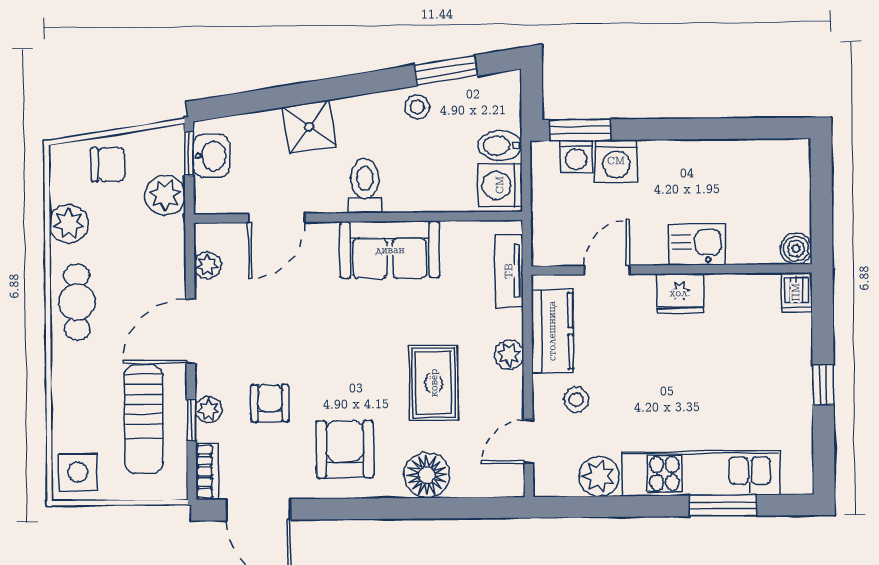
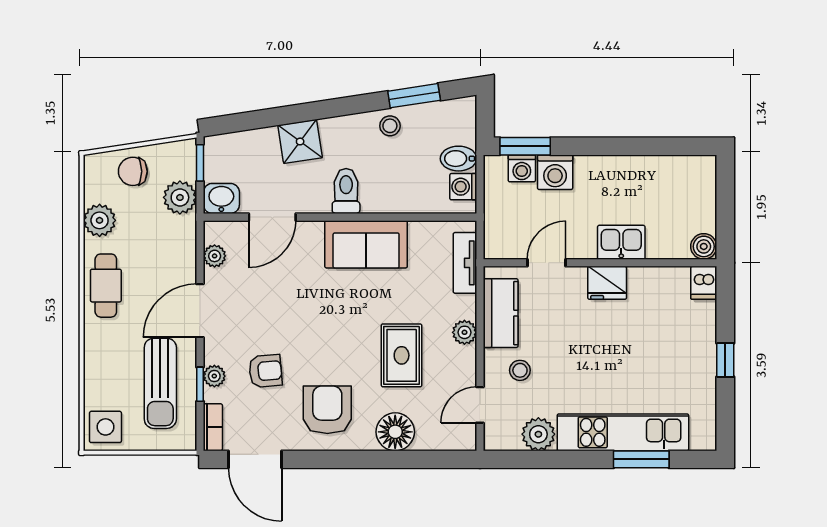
washbasin: (211, 156) -> (221, 198), moved, turned -90
chair: (108, 164) -> (133, 171), turned 180
washing machine: (500, 185) -> (463, 187), width x0.73, depth x0.73
armchair: (270, 403) -> (265, 371), turned 85

